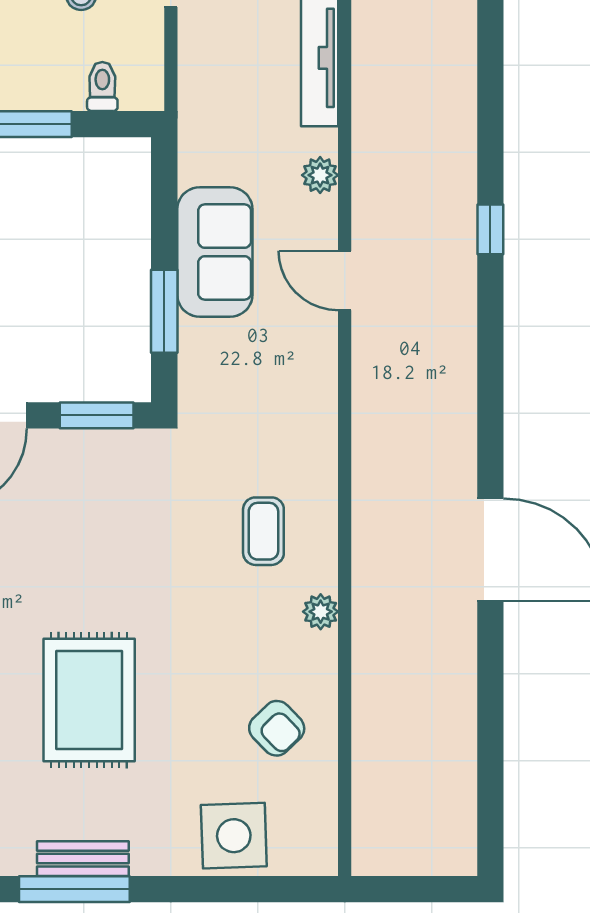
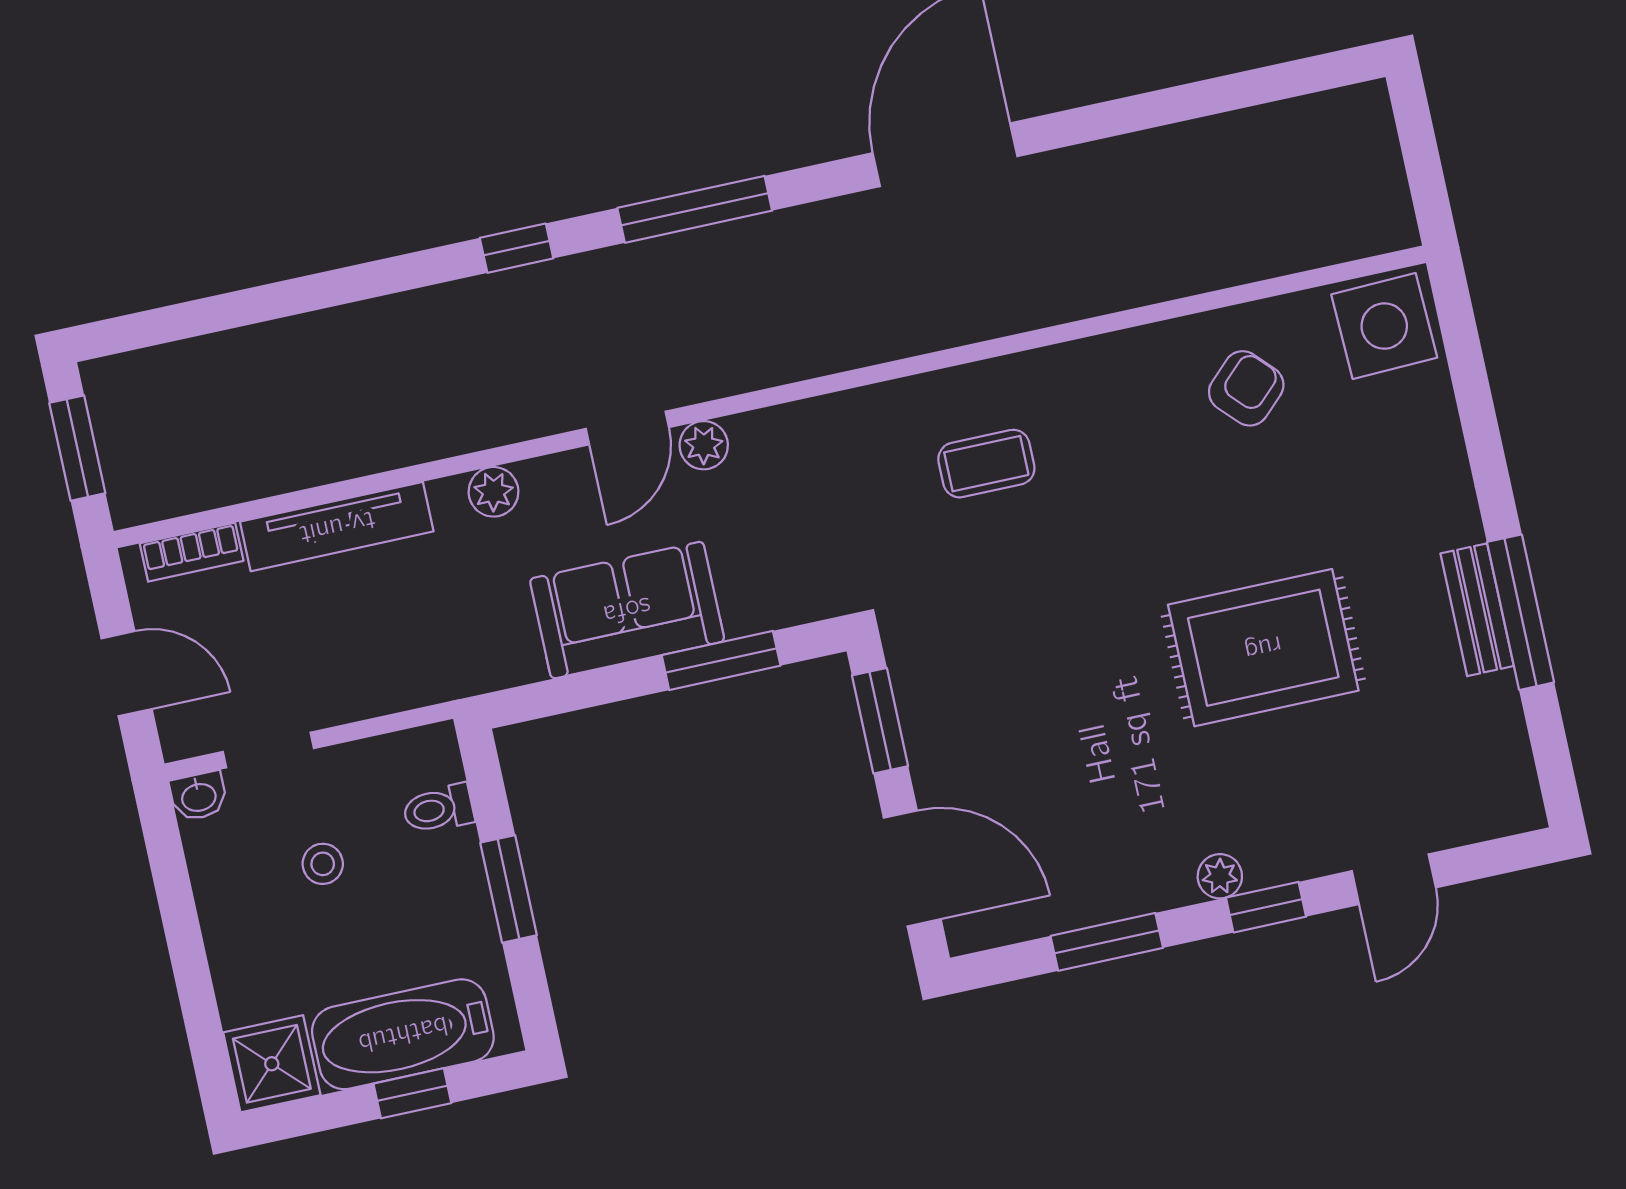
window: (490, 363) -> (695, 209), added
plant: (321, 612) -> (704, 445), moved
side table: (234, 836) -> (1384, 326), moved

